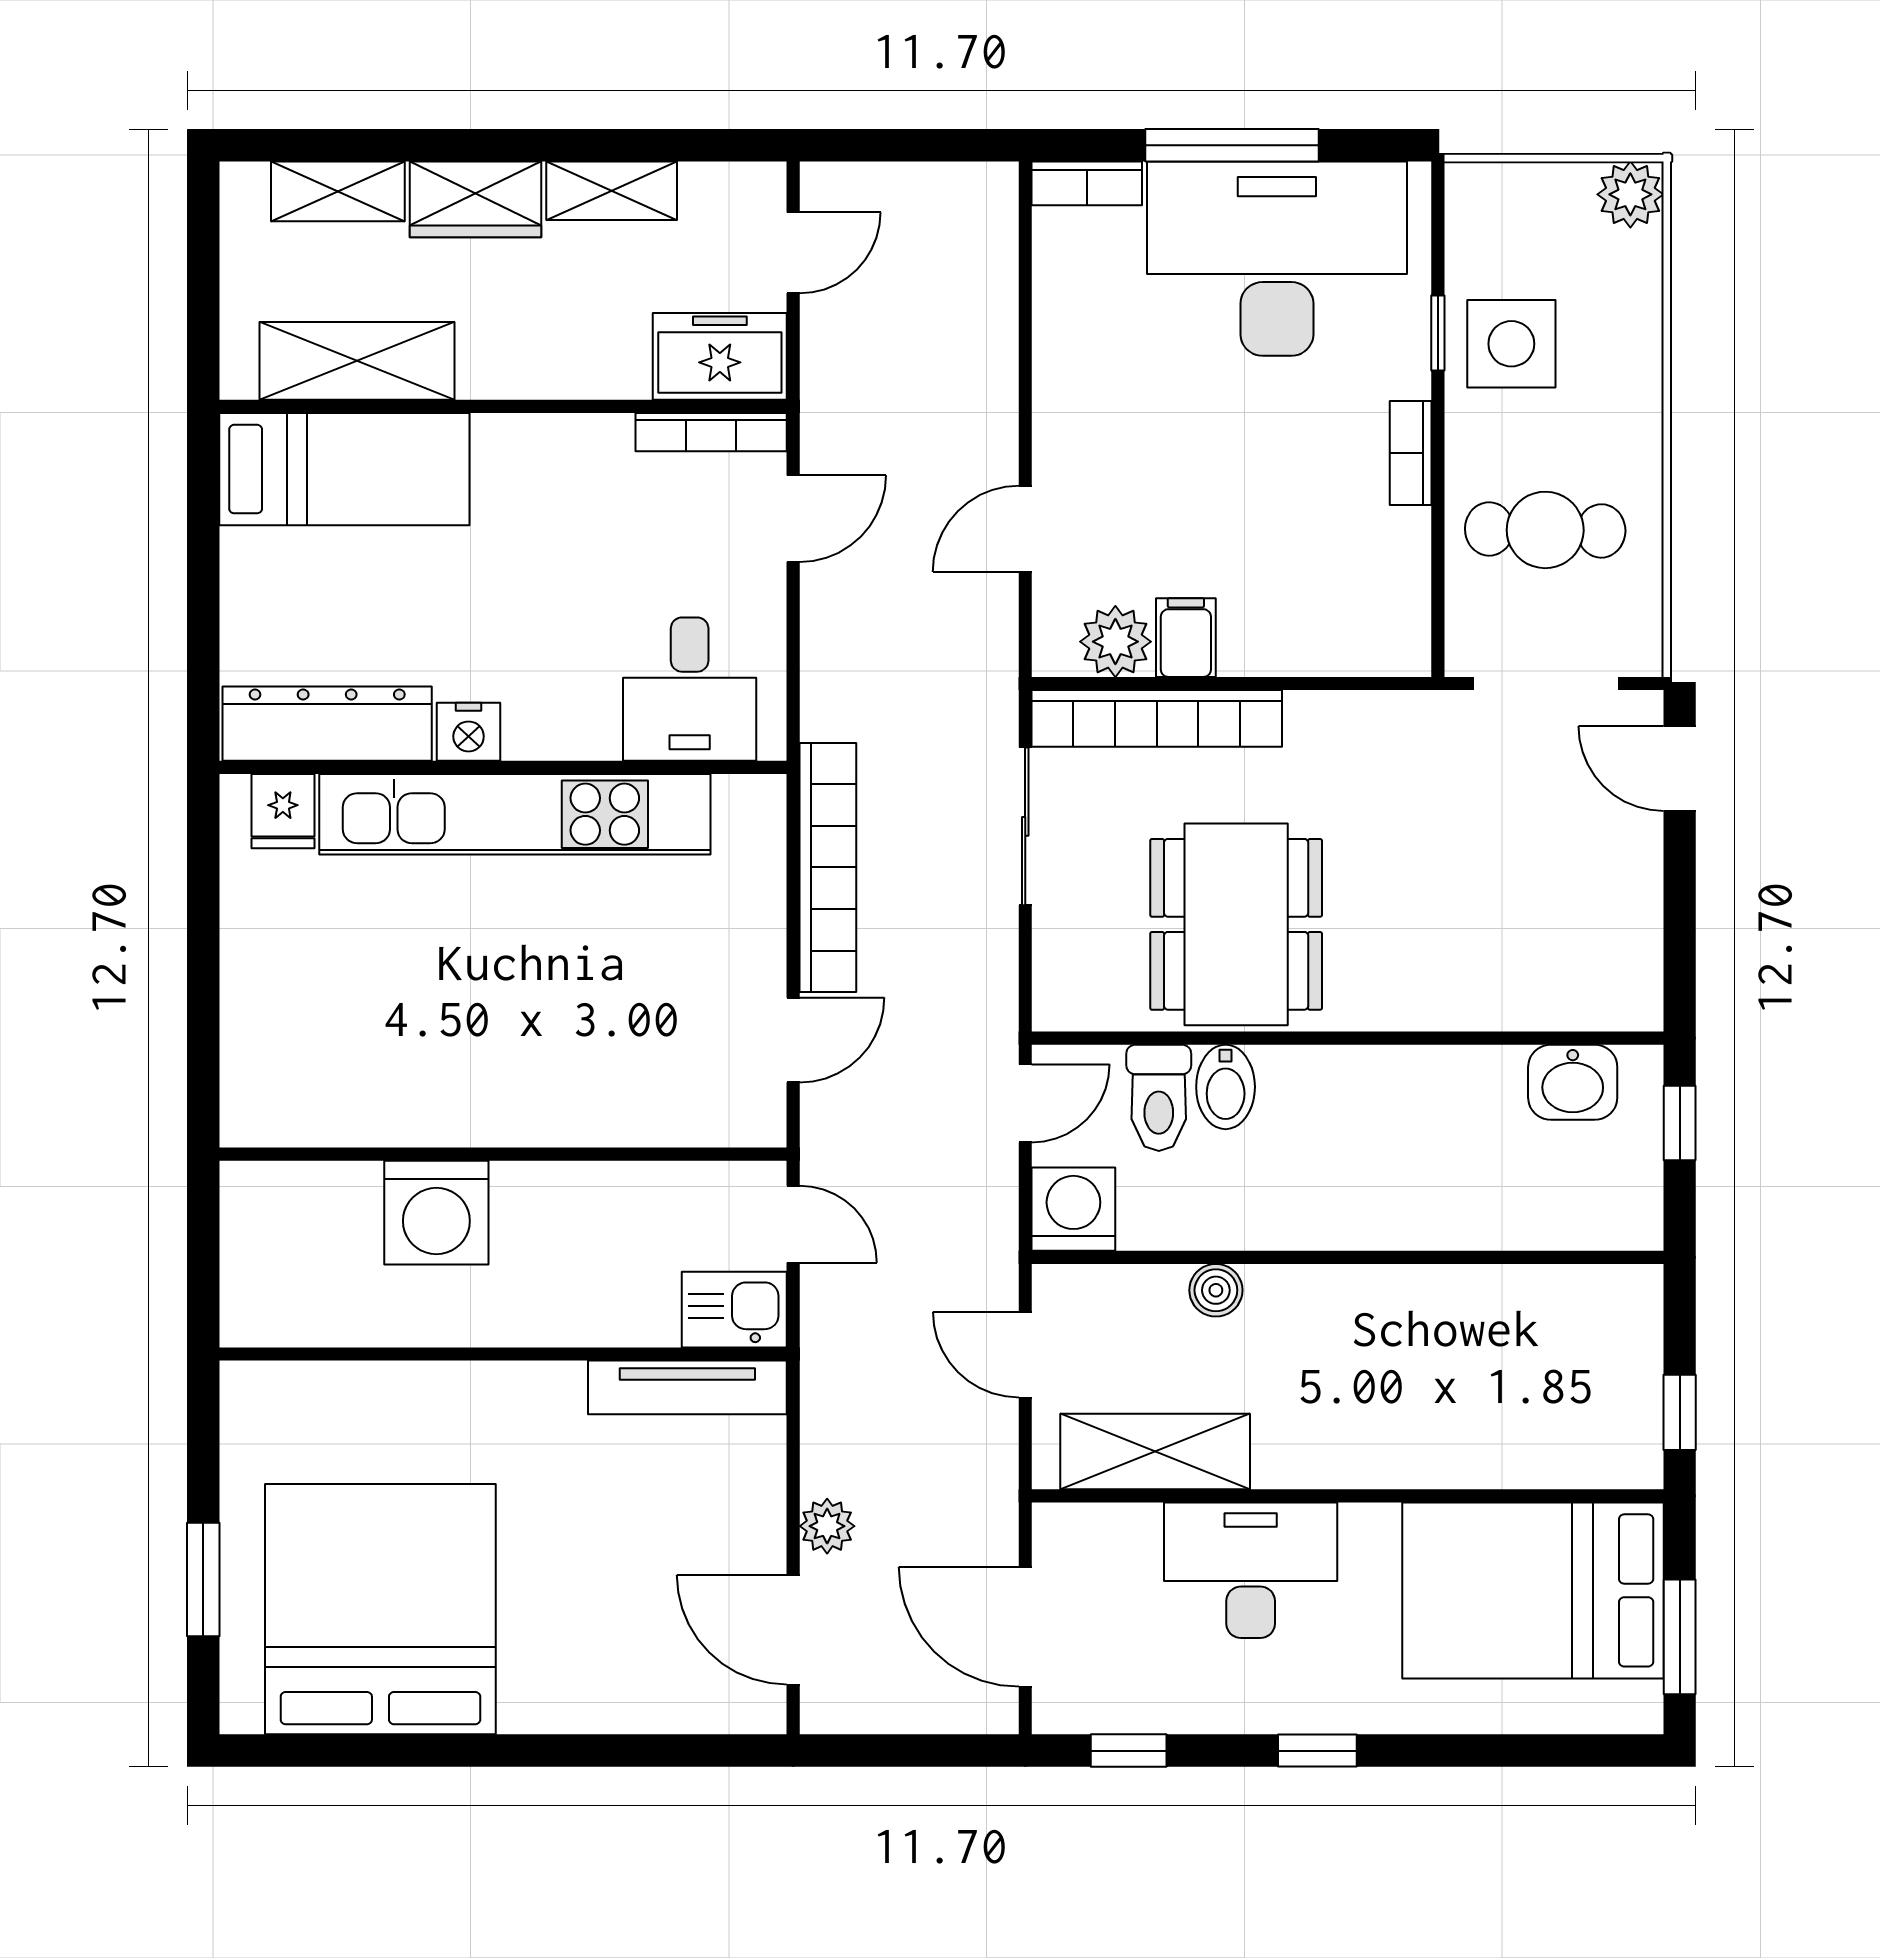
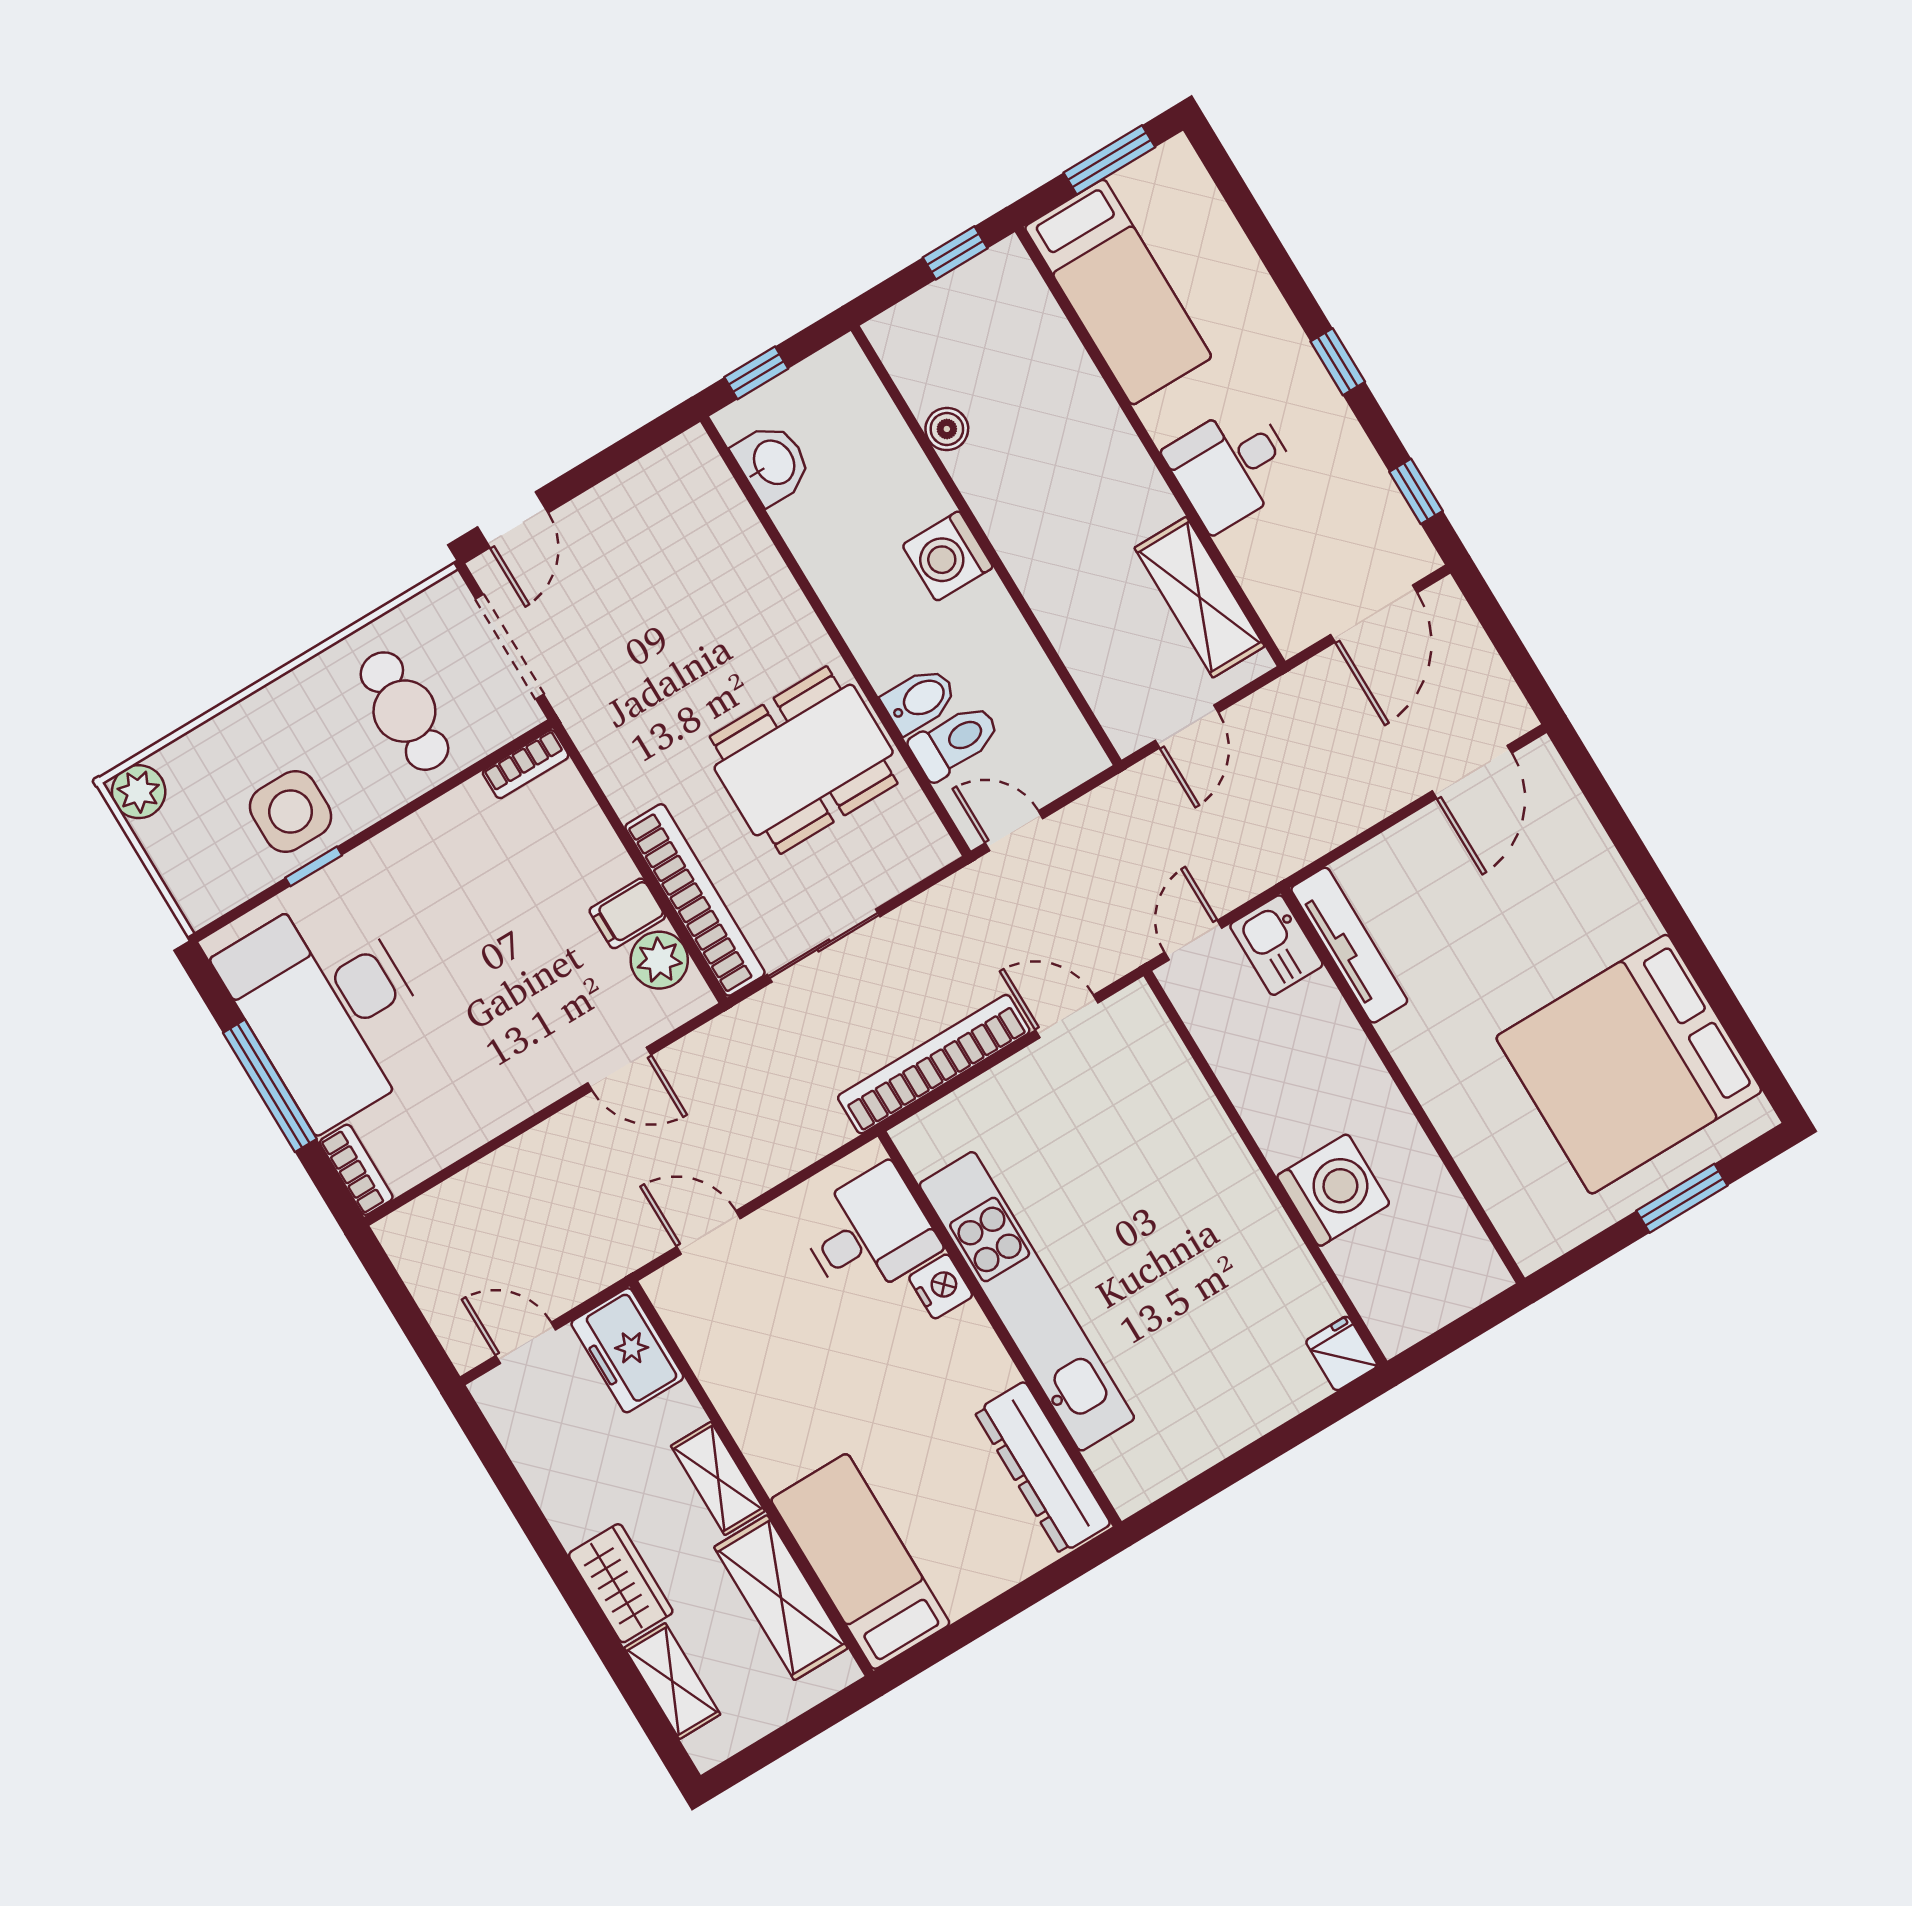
shelving: (612, 191) -> (718, 1478), moved
bookcase: (711, 432) -> (683, 1325), removed
bookcase: (1411, 453) -> (526, 764), moved
nightstand: (469, 732) -> (941, 1286), moved
fridge: (283, 811) -> (1342, 1353), moved, turned -90
washing machine: (1073, 1209) -> (948, 556), moved
boiler: (1216, 1290) -> (947, 429), moved
plant: (827, 1526) -> (1387, 792), removed
desk: (1251, 1570) -> (1232, 466), width x0.73
bed: (1533, 1590) -> (1118, 292), width x0.67

